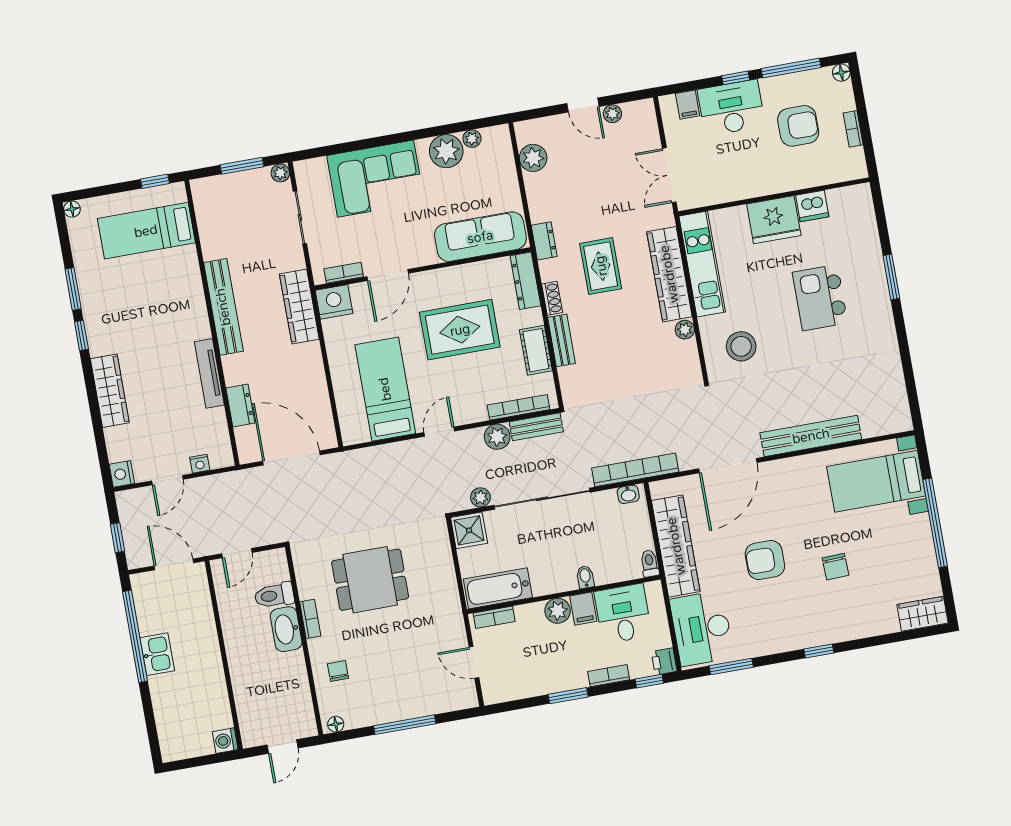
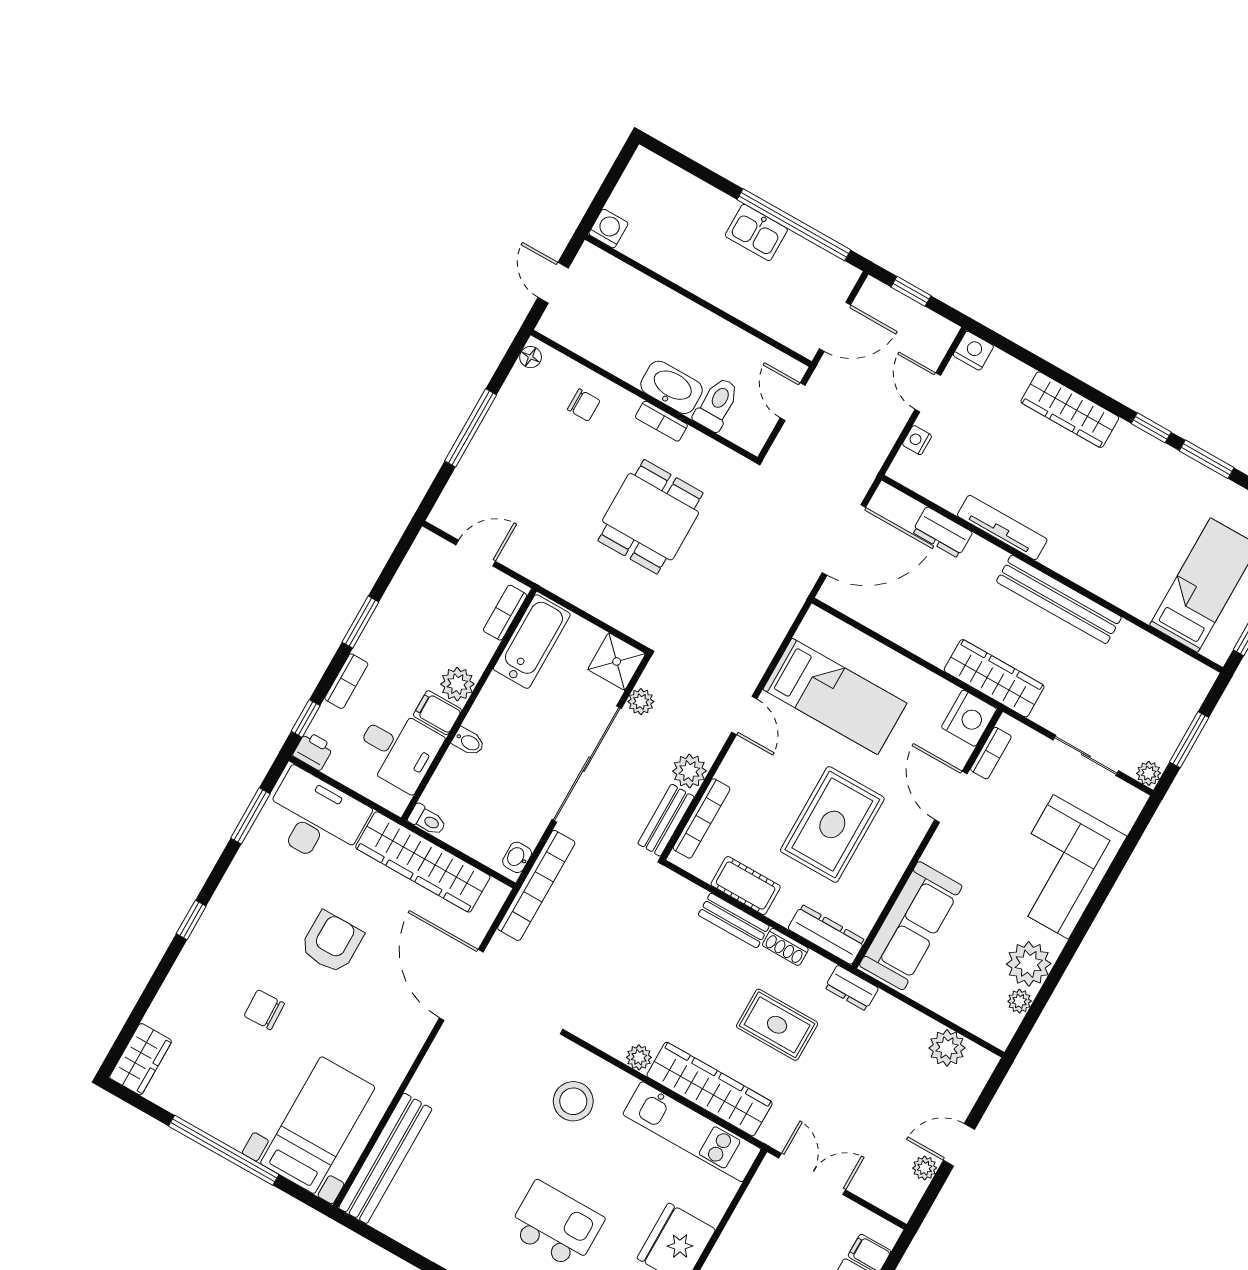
bench: (811, 436) -> (385, 1158), moved

